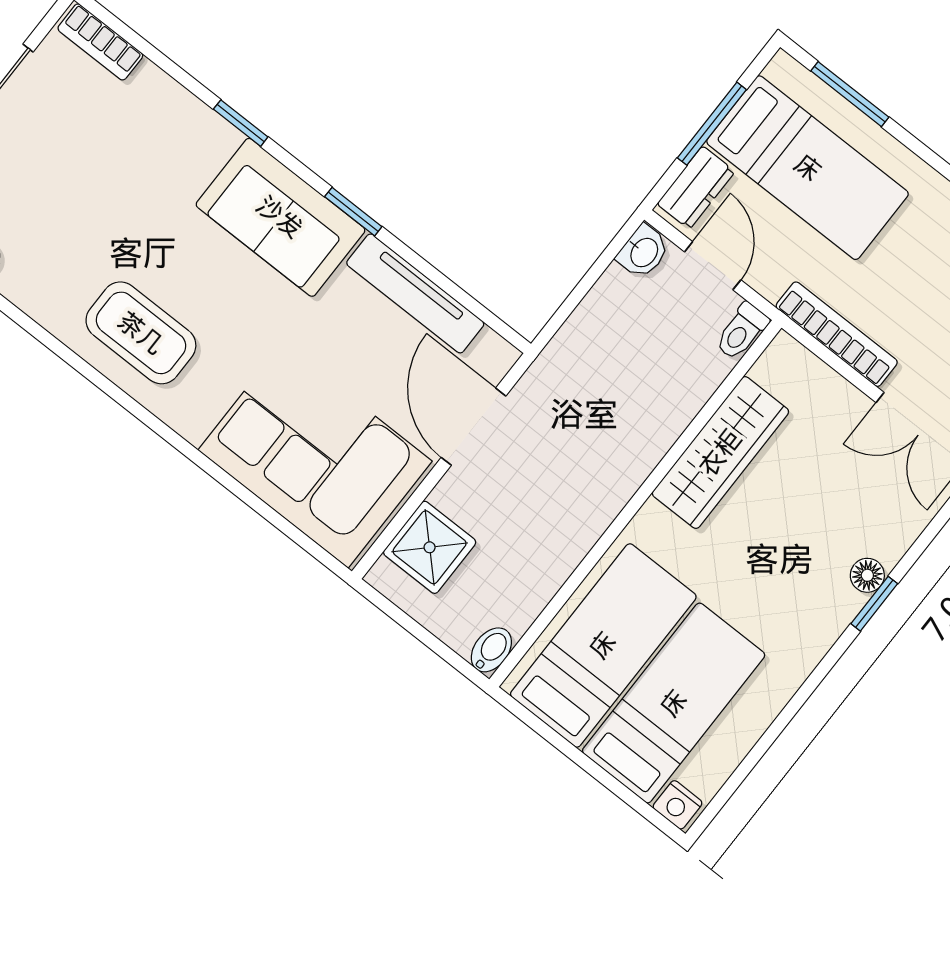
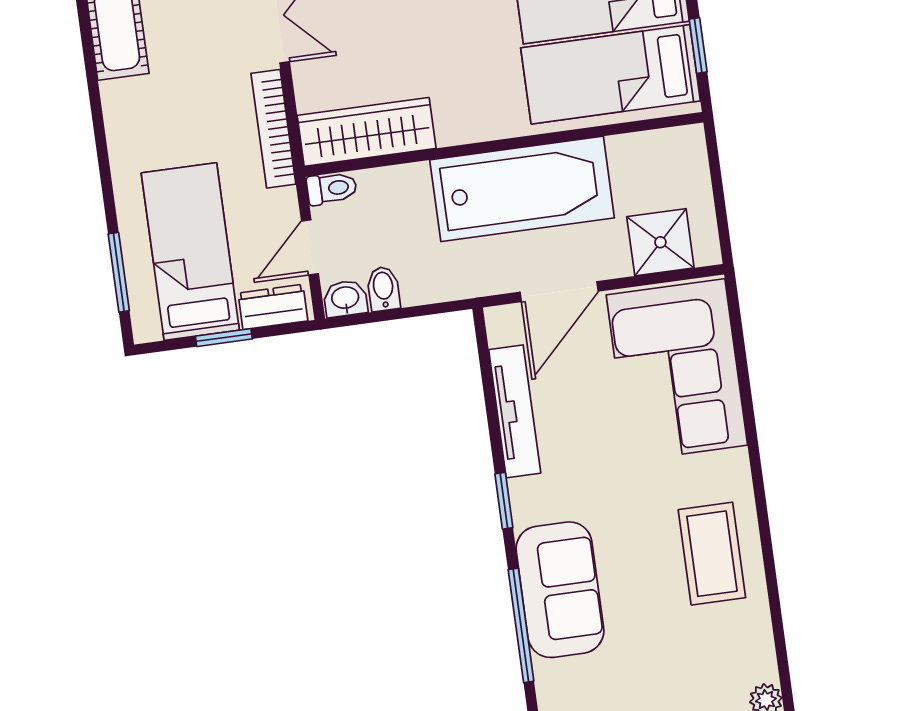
window: (241, 123) -> (521, 625), width x2.17
window: (712, 124) -> (224, 338), width x0.67
sofa: (280, 217) -> (560, 590), moved
wardrobe: (720, 453) -> (367, 132), moved
bathtub: (585, 482) -> (522, 189), added
bidet: (491, 650) -> (383, 289), moved, turned 90
window: (554, 738) -> (698, 45), added

